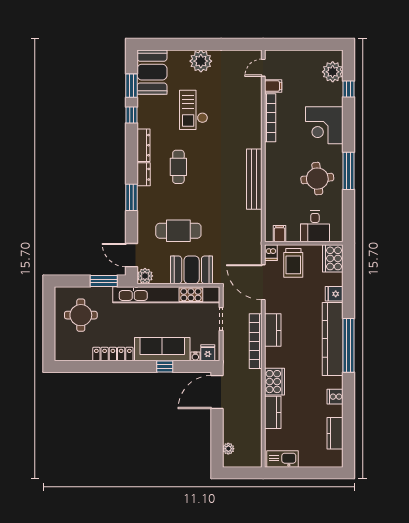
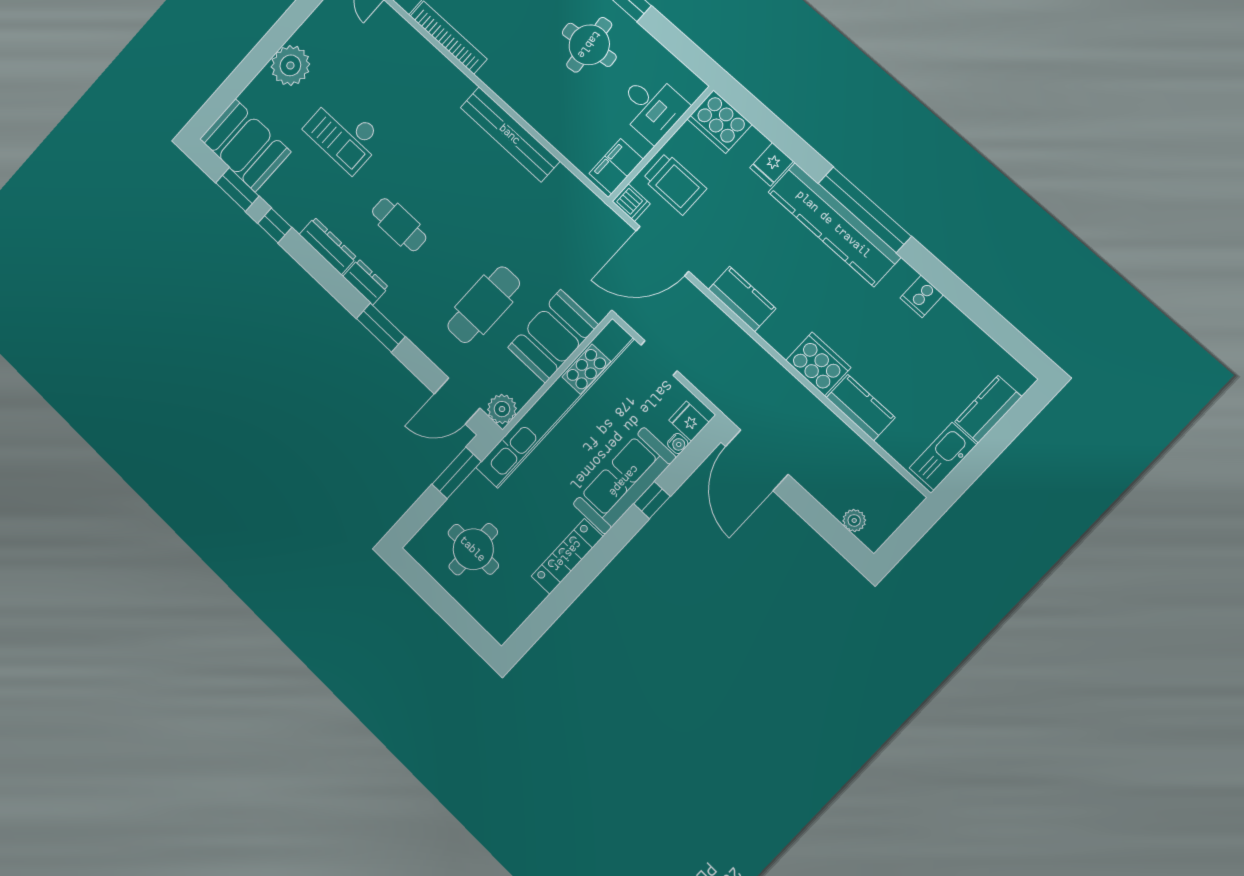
filing cabinet: (280, 234) -> (616, 166), width x2.00
bookcase: (256, 341) -> (735, 338), removed
kitchen counter: (335, 433) -> (988, 409), moved, turned 90

